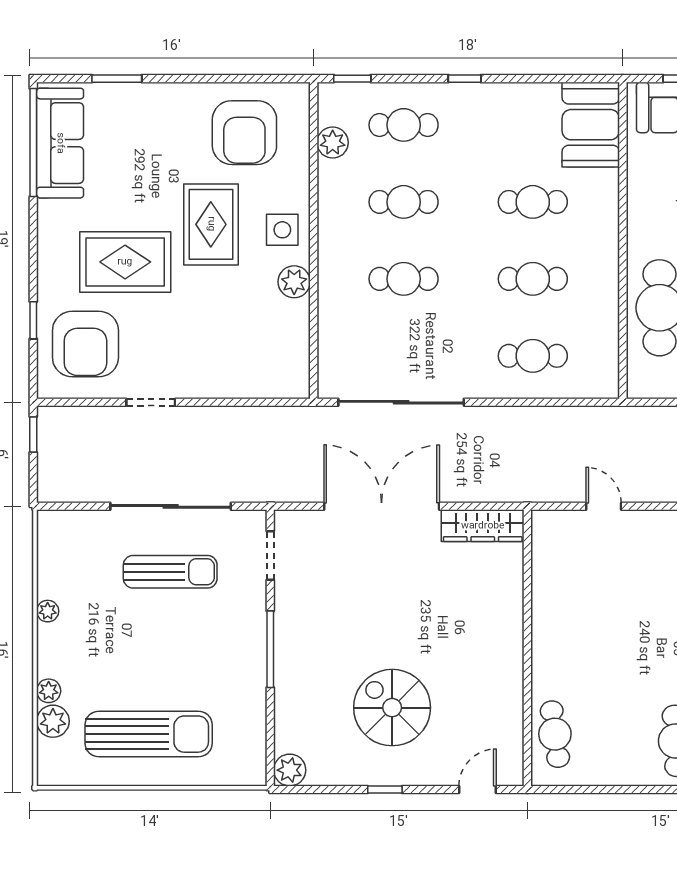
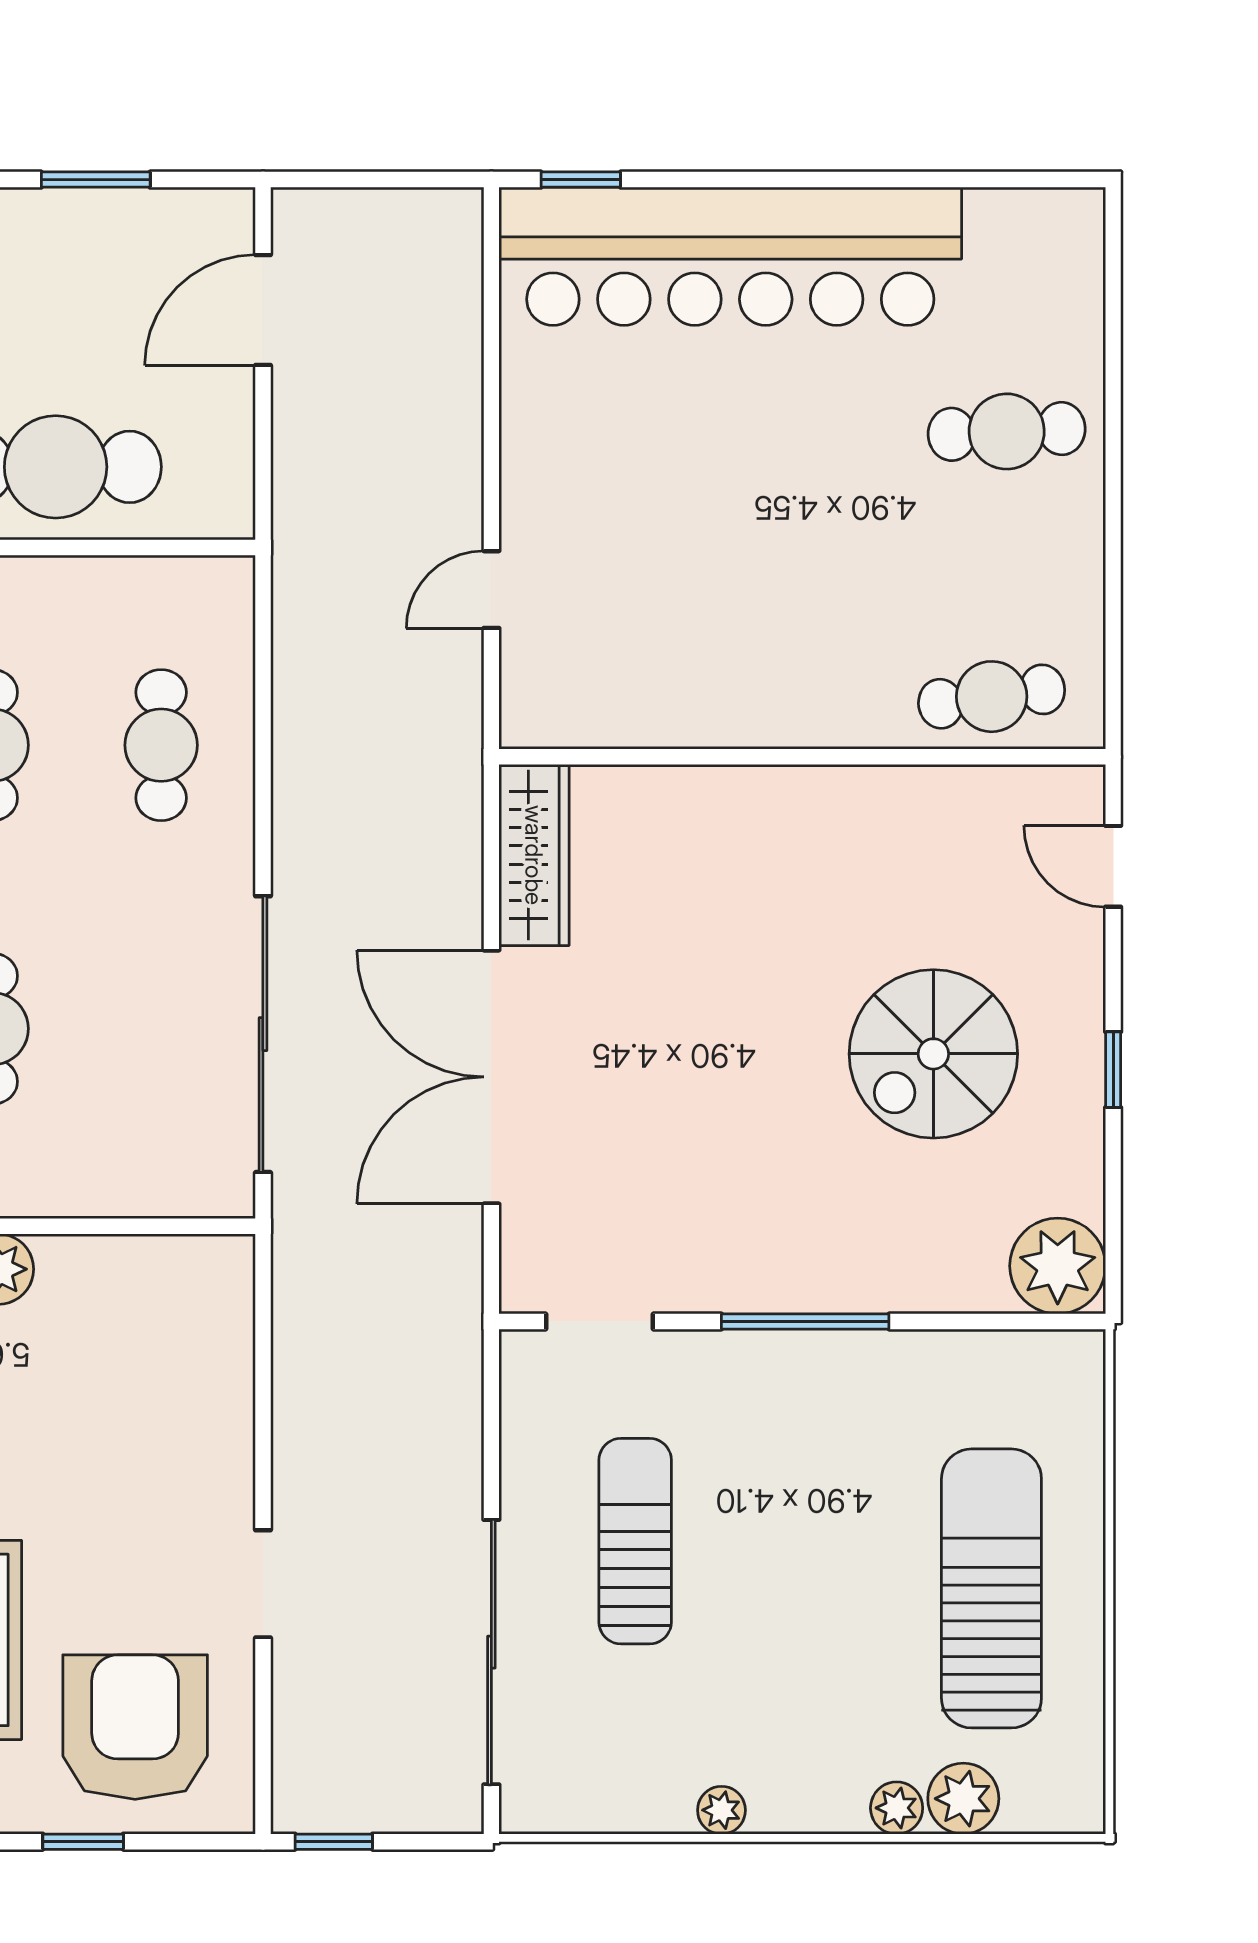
armchair: (85, 344) -> (135, 1727), turned -90
sliding door: (171, 506) -> (491, 1652), moved
plant: (290, 770) -> (1058, 1266), width x1.36, depth x1.36

